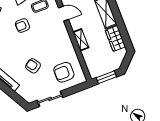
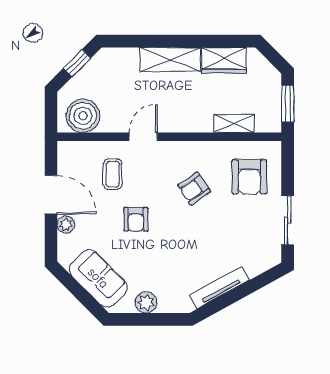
shelving: (81, 40) -> (234, 124), moved
armchair: (33, 66) -> (194, 188), moved

